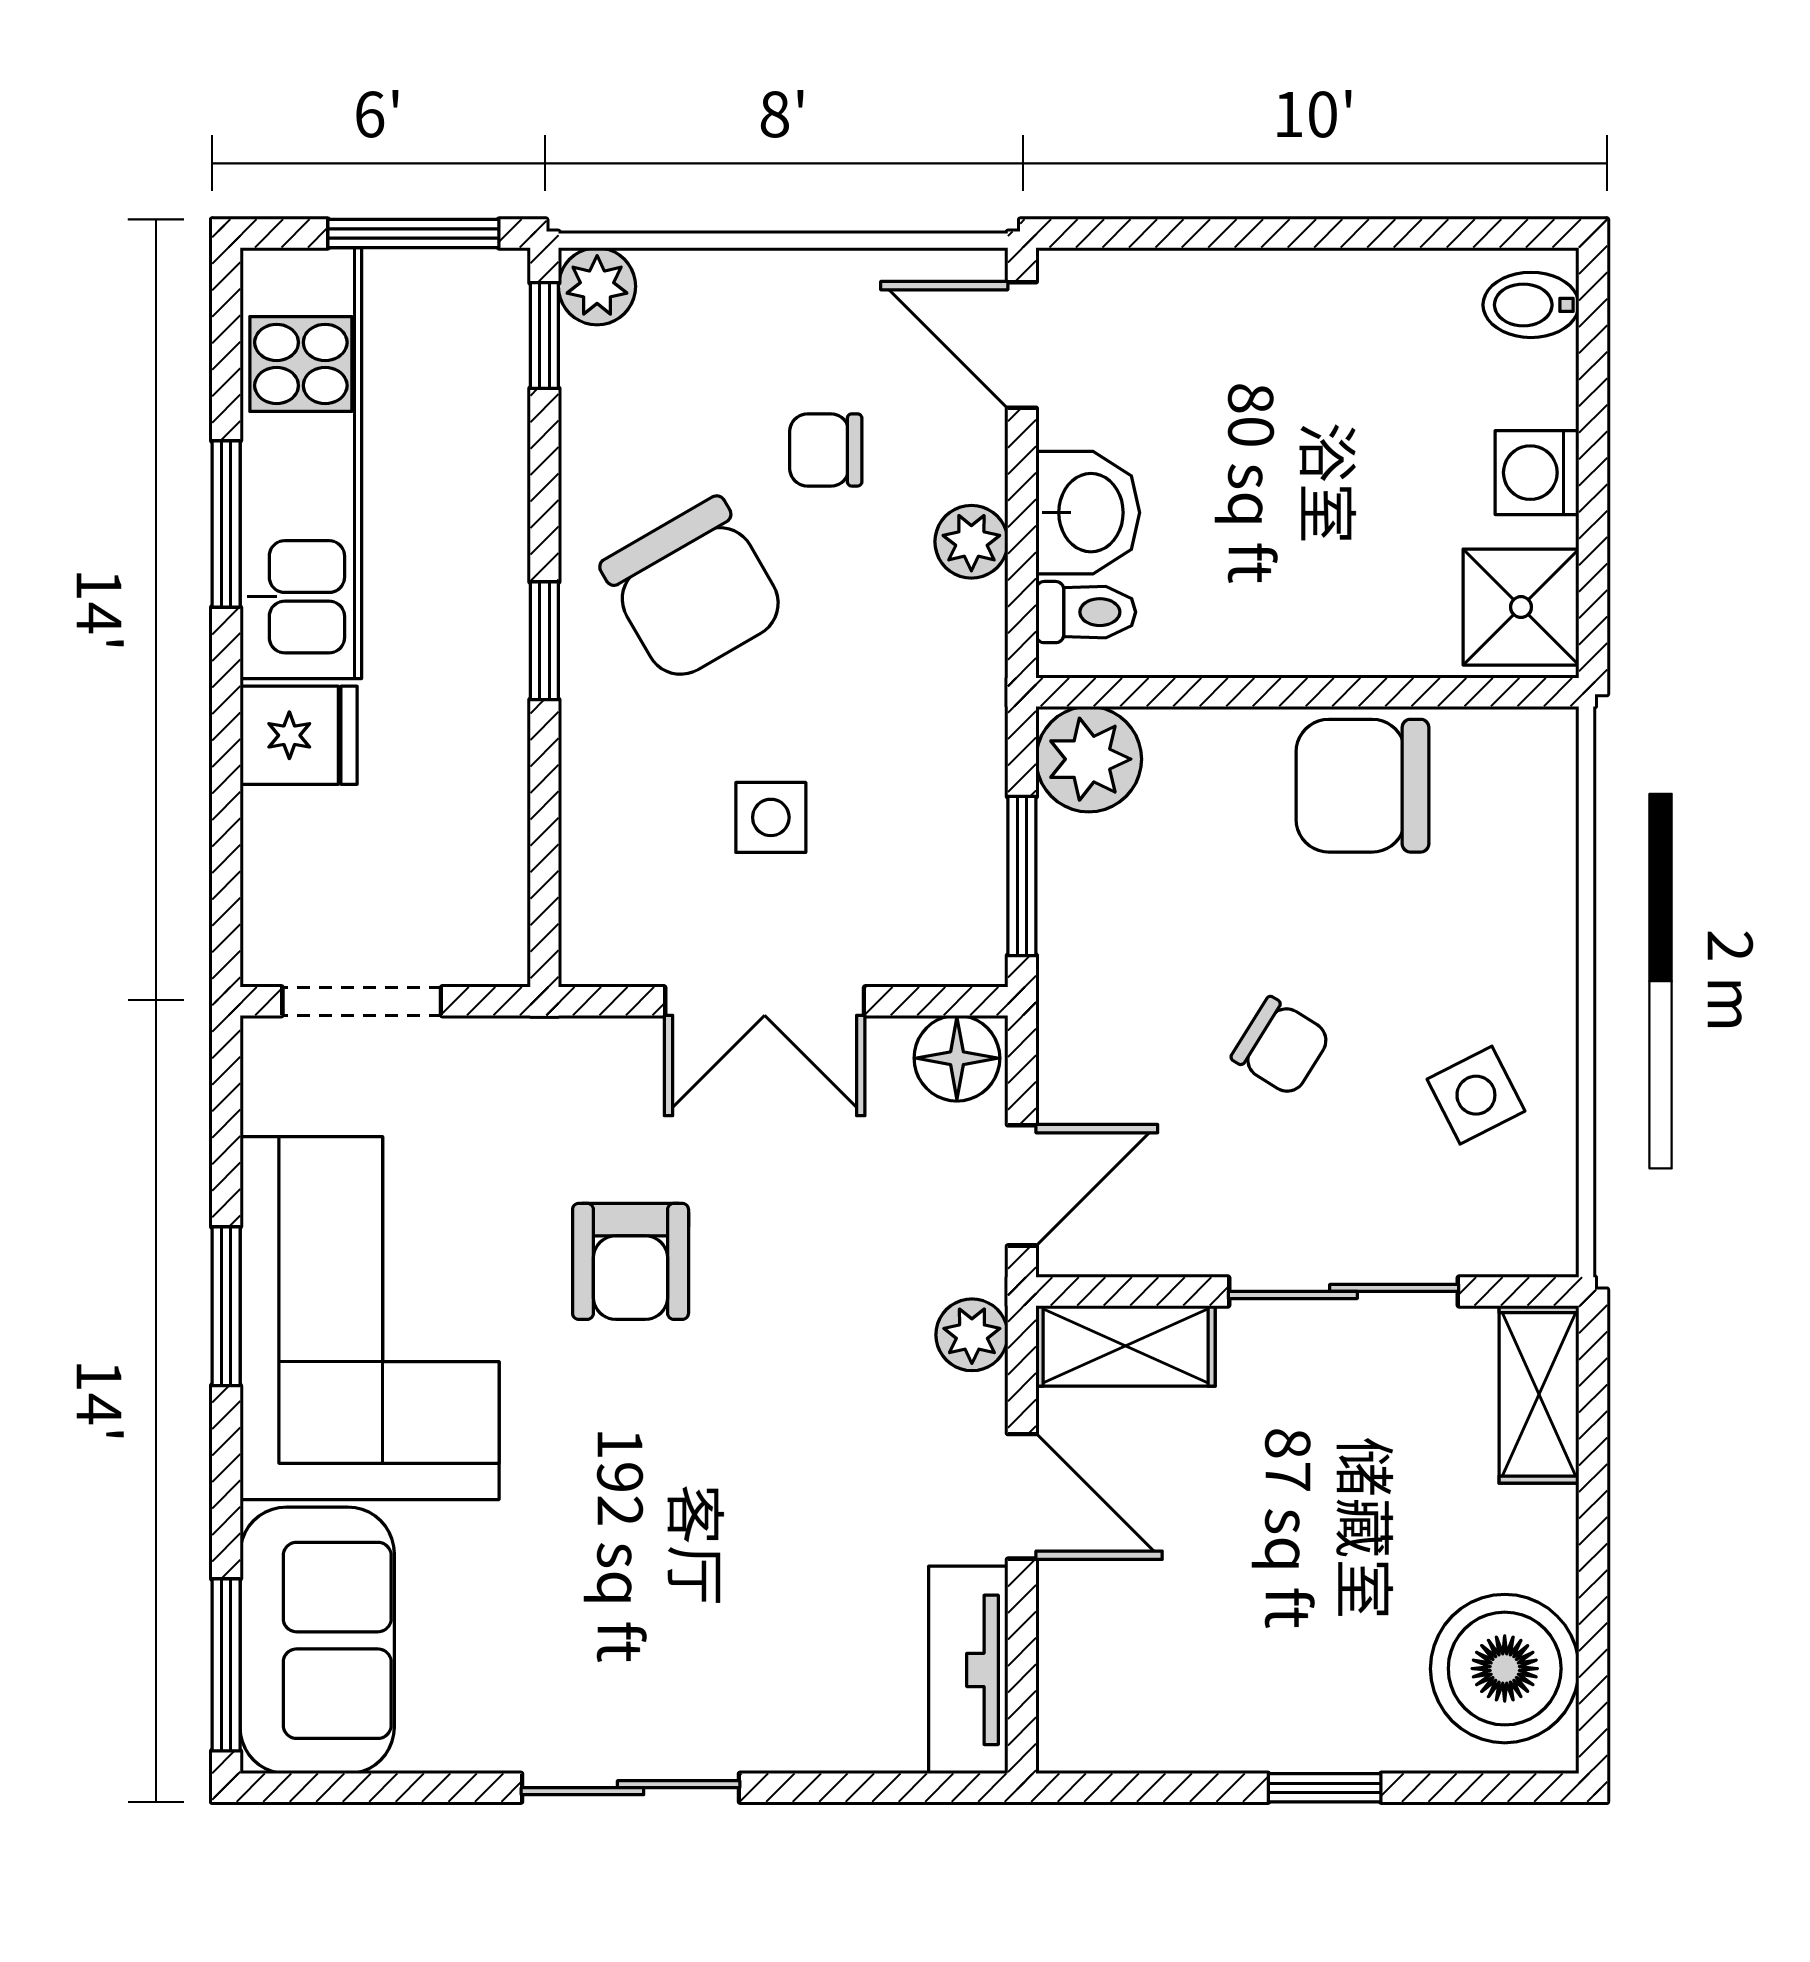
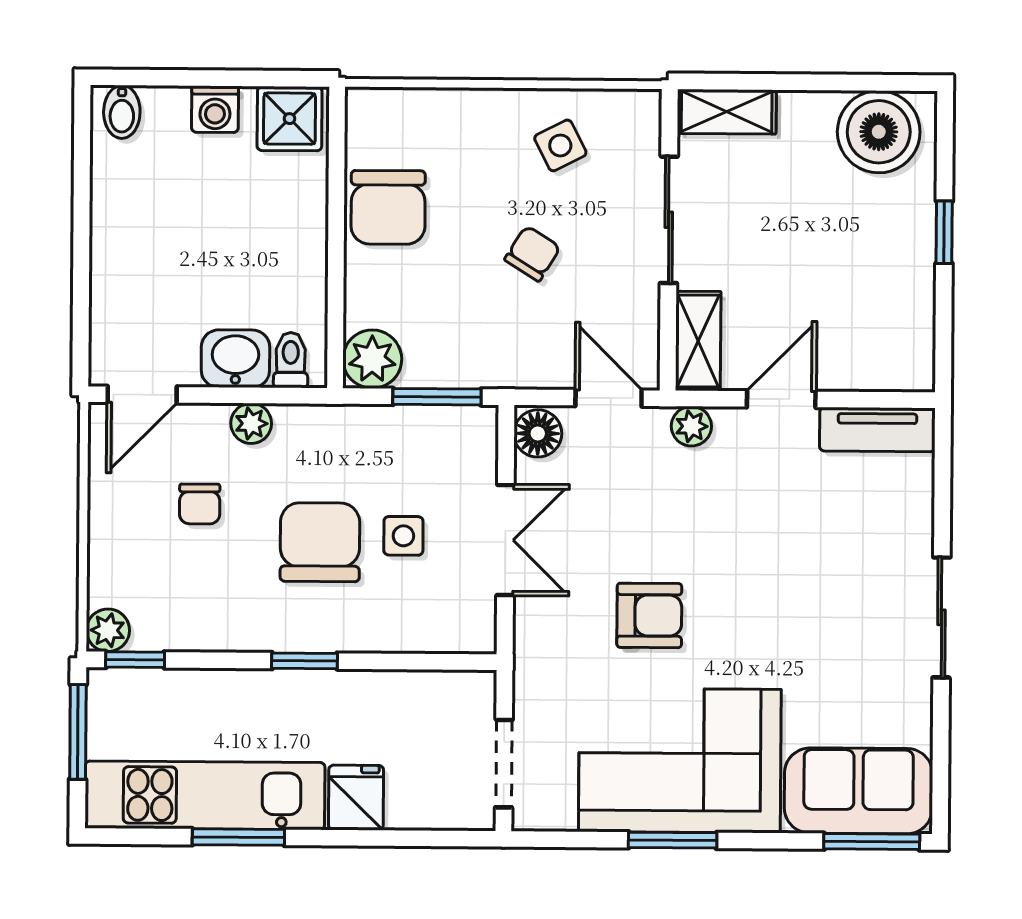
chair: (694, 590) -> (320, 542), moved, turned -60

